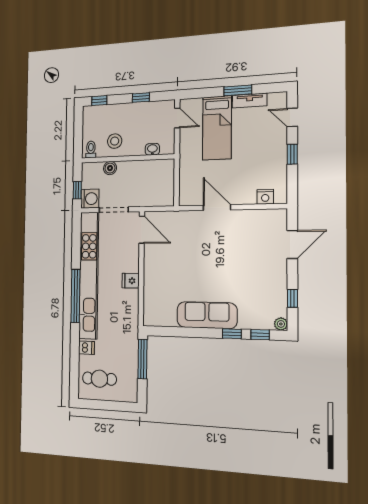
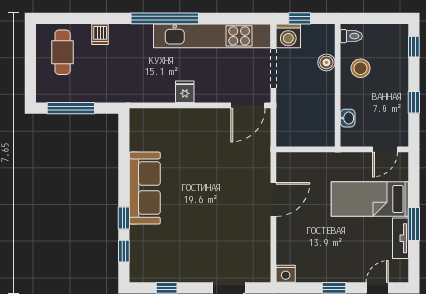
nightstand: (265, 197) -> (286, 274), moved, turned -90
kitchen unit: (89, 275) -> (212, 36), width x0.73
plant: (281, 324) -> (137, 275), removed
window: (142, 359) -> (71, 108), moved

